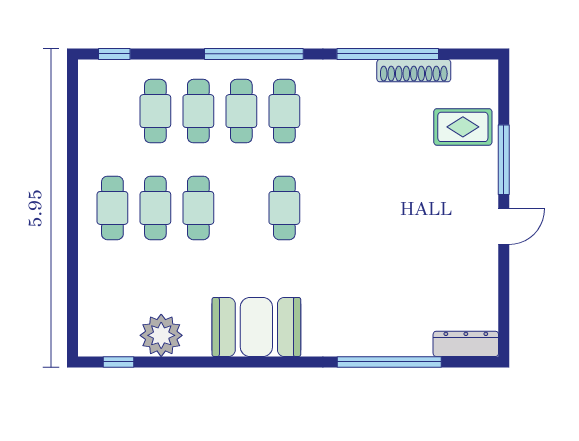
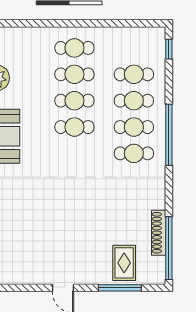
window: (388, 54) -> (169, 248), moved
window: (504, 160) -> (120, 288), moved
cafe table: (284, 208) -> (74, 127), moved

